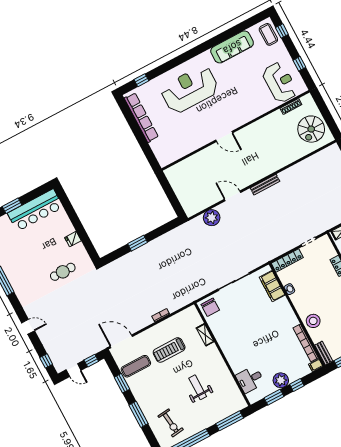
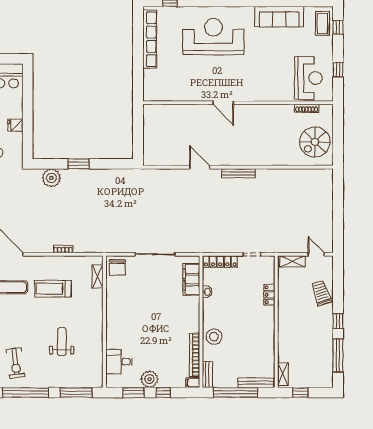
plant: (212, 218) -> (51, 178), moved
shelving: (205, 335) -> (98, 276), moved

